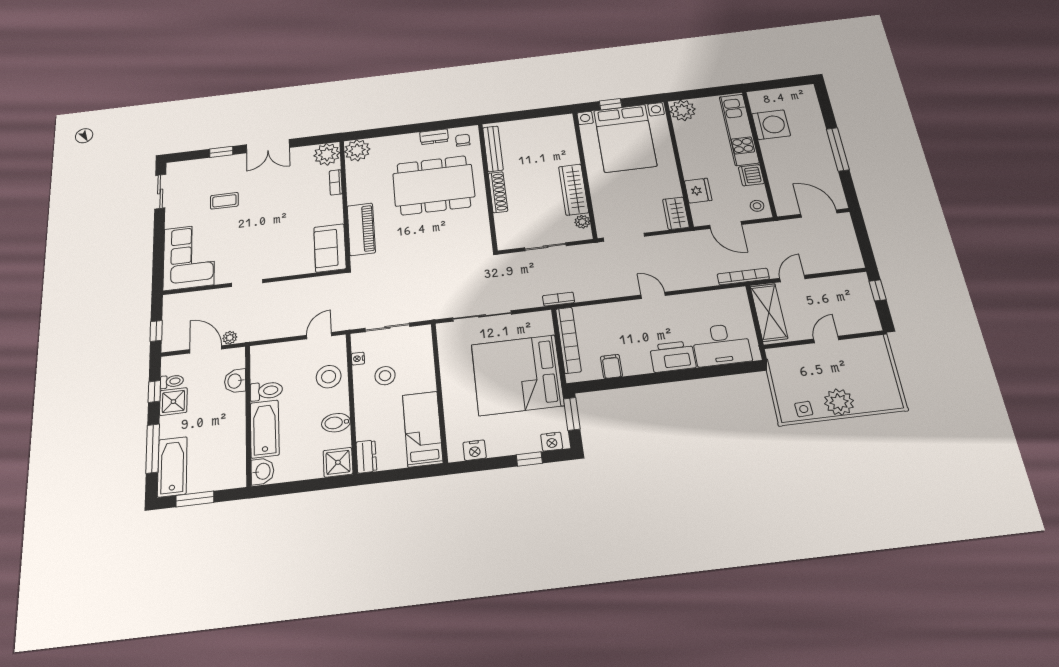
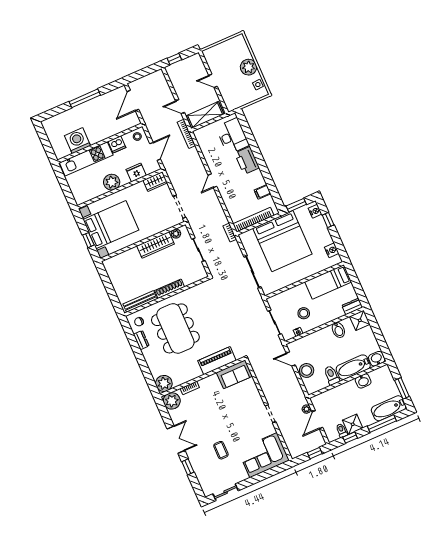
plant: (683, 110) -> (112, 182), moved
stool: (329, 377) -> (307, 370), moved
washbasin: (235, 381) -> (363, 381), moved

